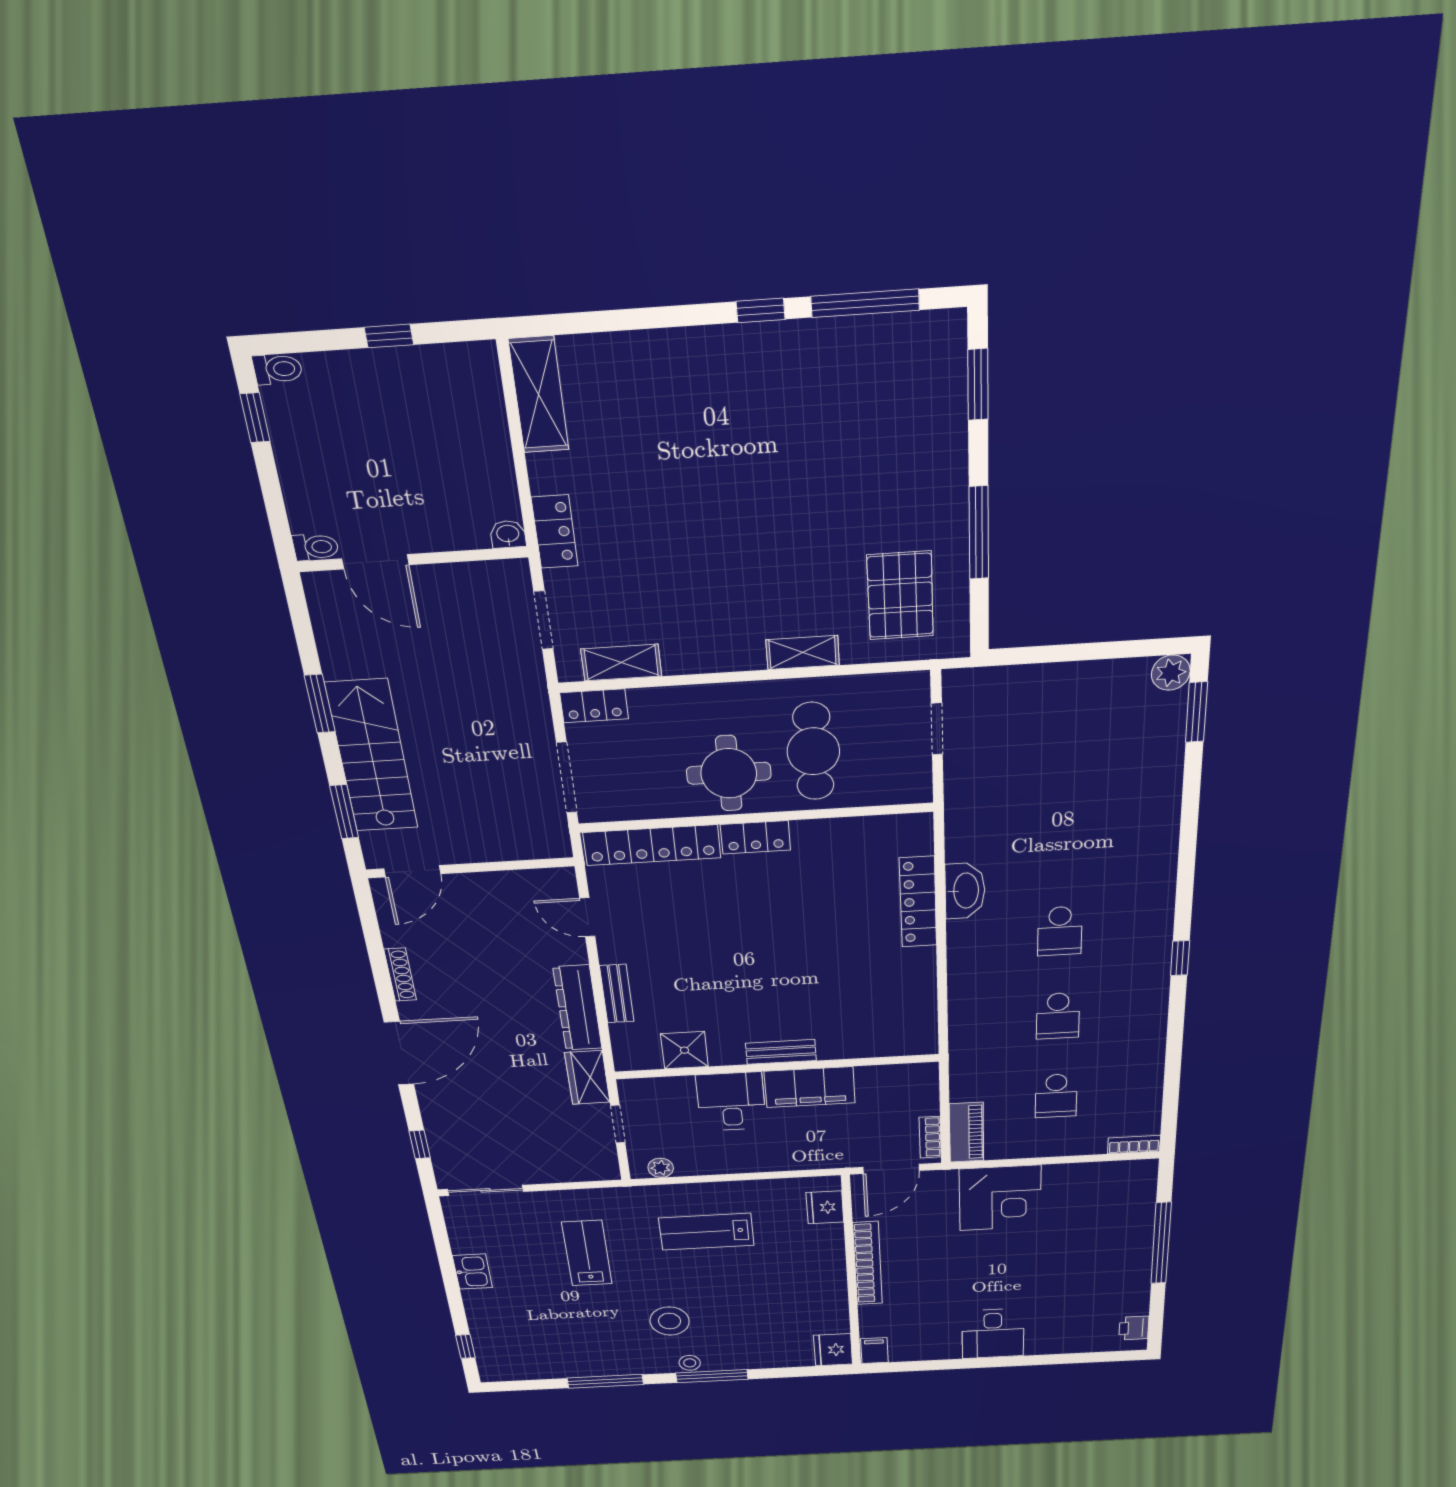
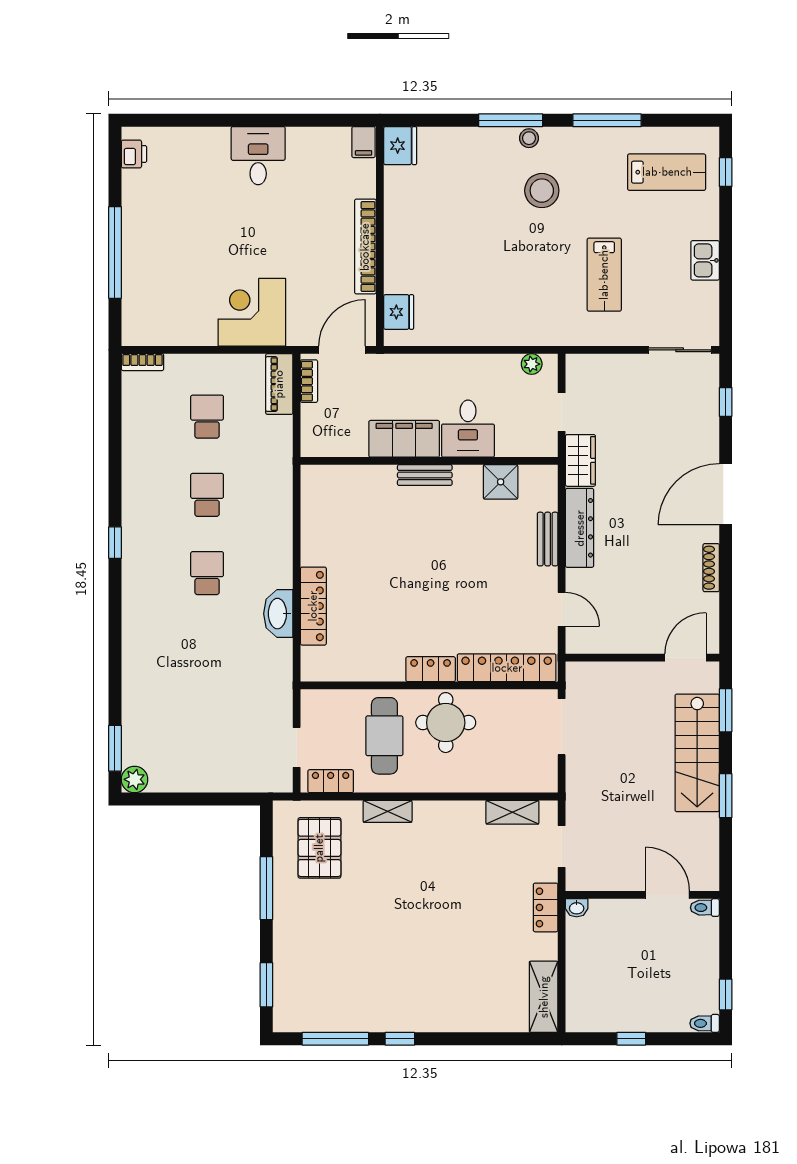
locker: (594, 706) -> (331, 781), moved
lab bench: (706, 1232) -> (667, 172), moved

